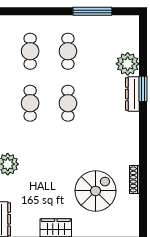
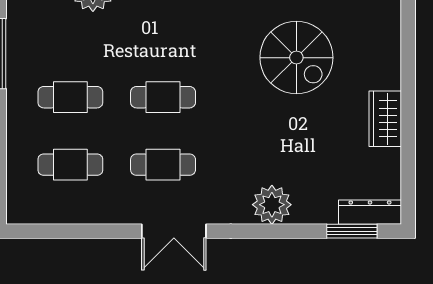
spiral stairs: (96, 191) -> (296, 58), moved, turned 180

